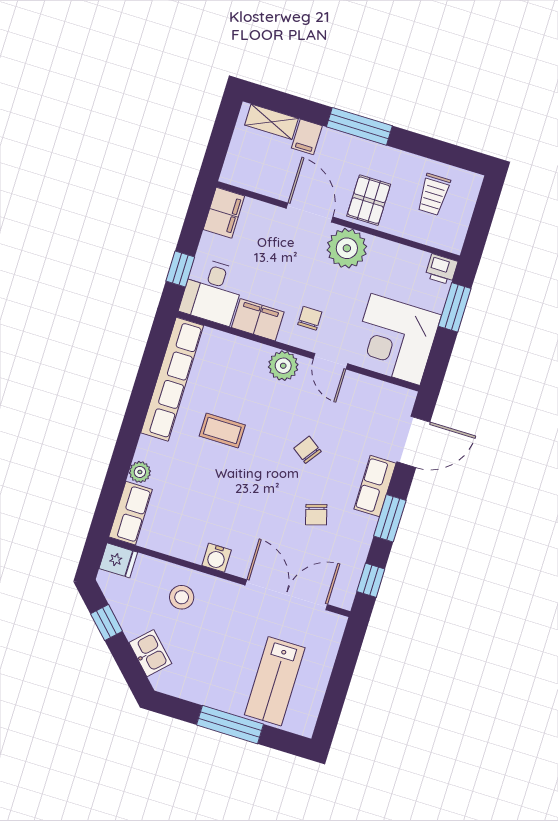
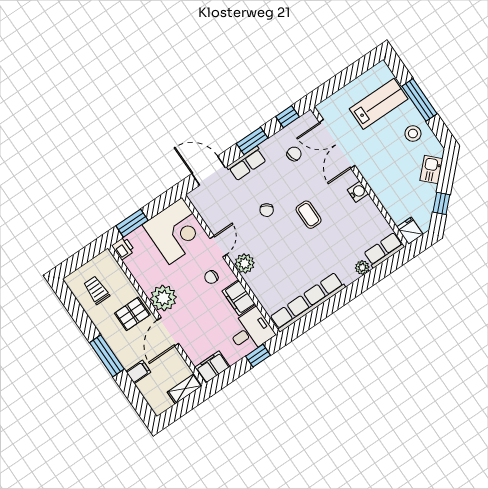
shelving: (272, 122) -> (185, 389), moved, turned 90
trolley: (434, 194) -> (96, 290), turned -90
coffee table: (222, 431) -> (309, 215), moved
chair: (316, 515) -> (294, 154), moved
stool: (182, 597) -> (413, 134), moved

